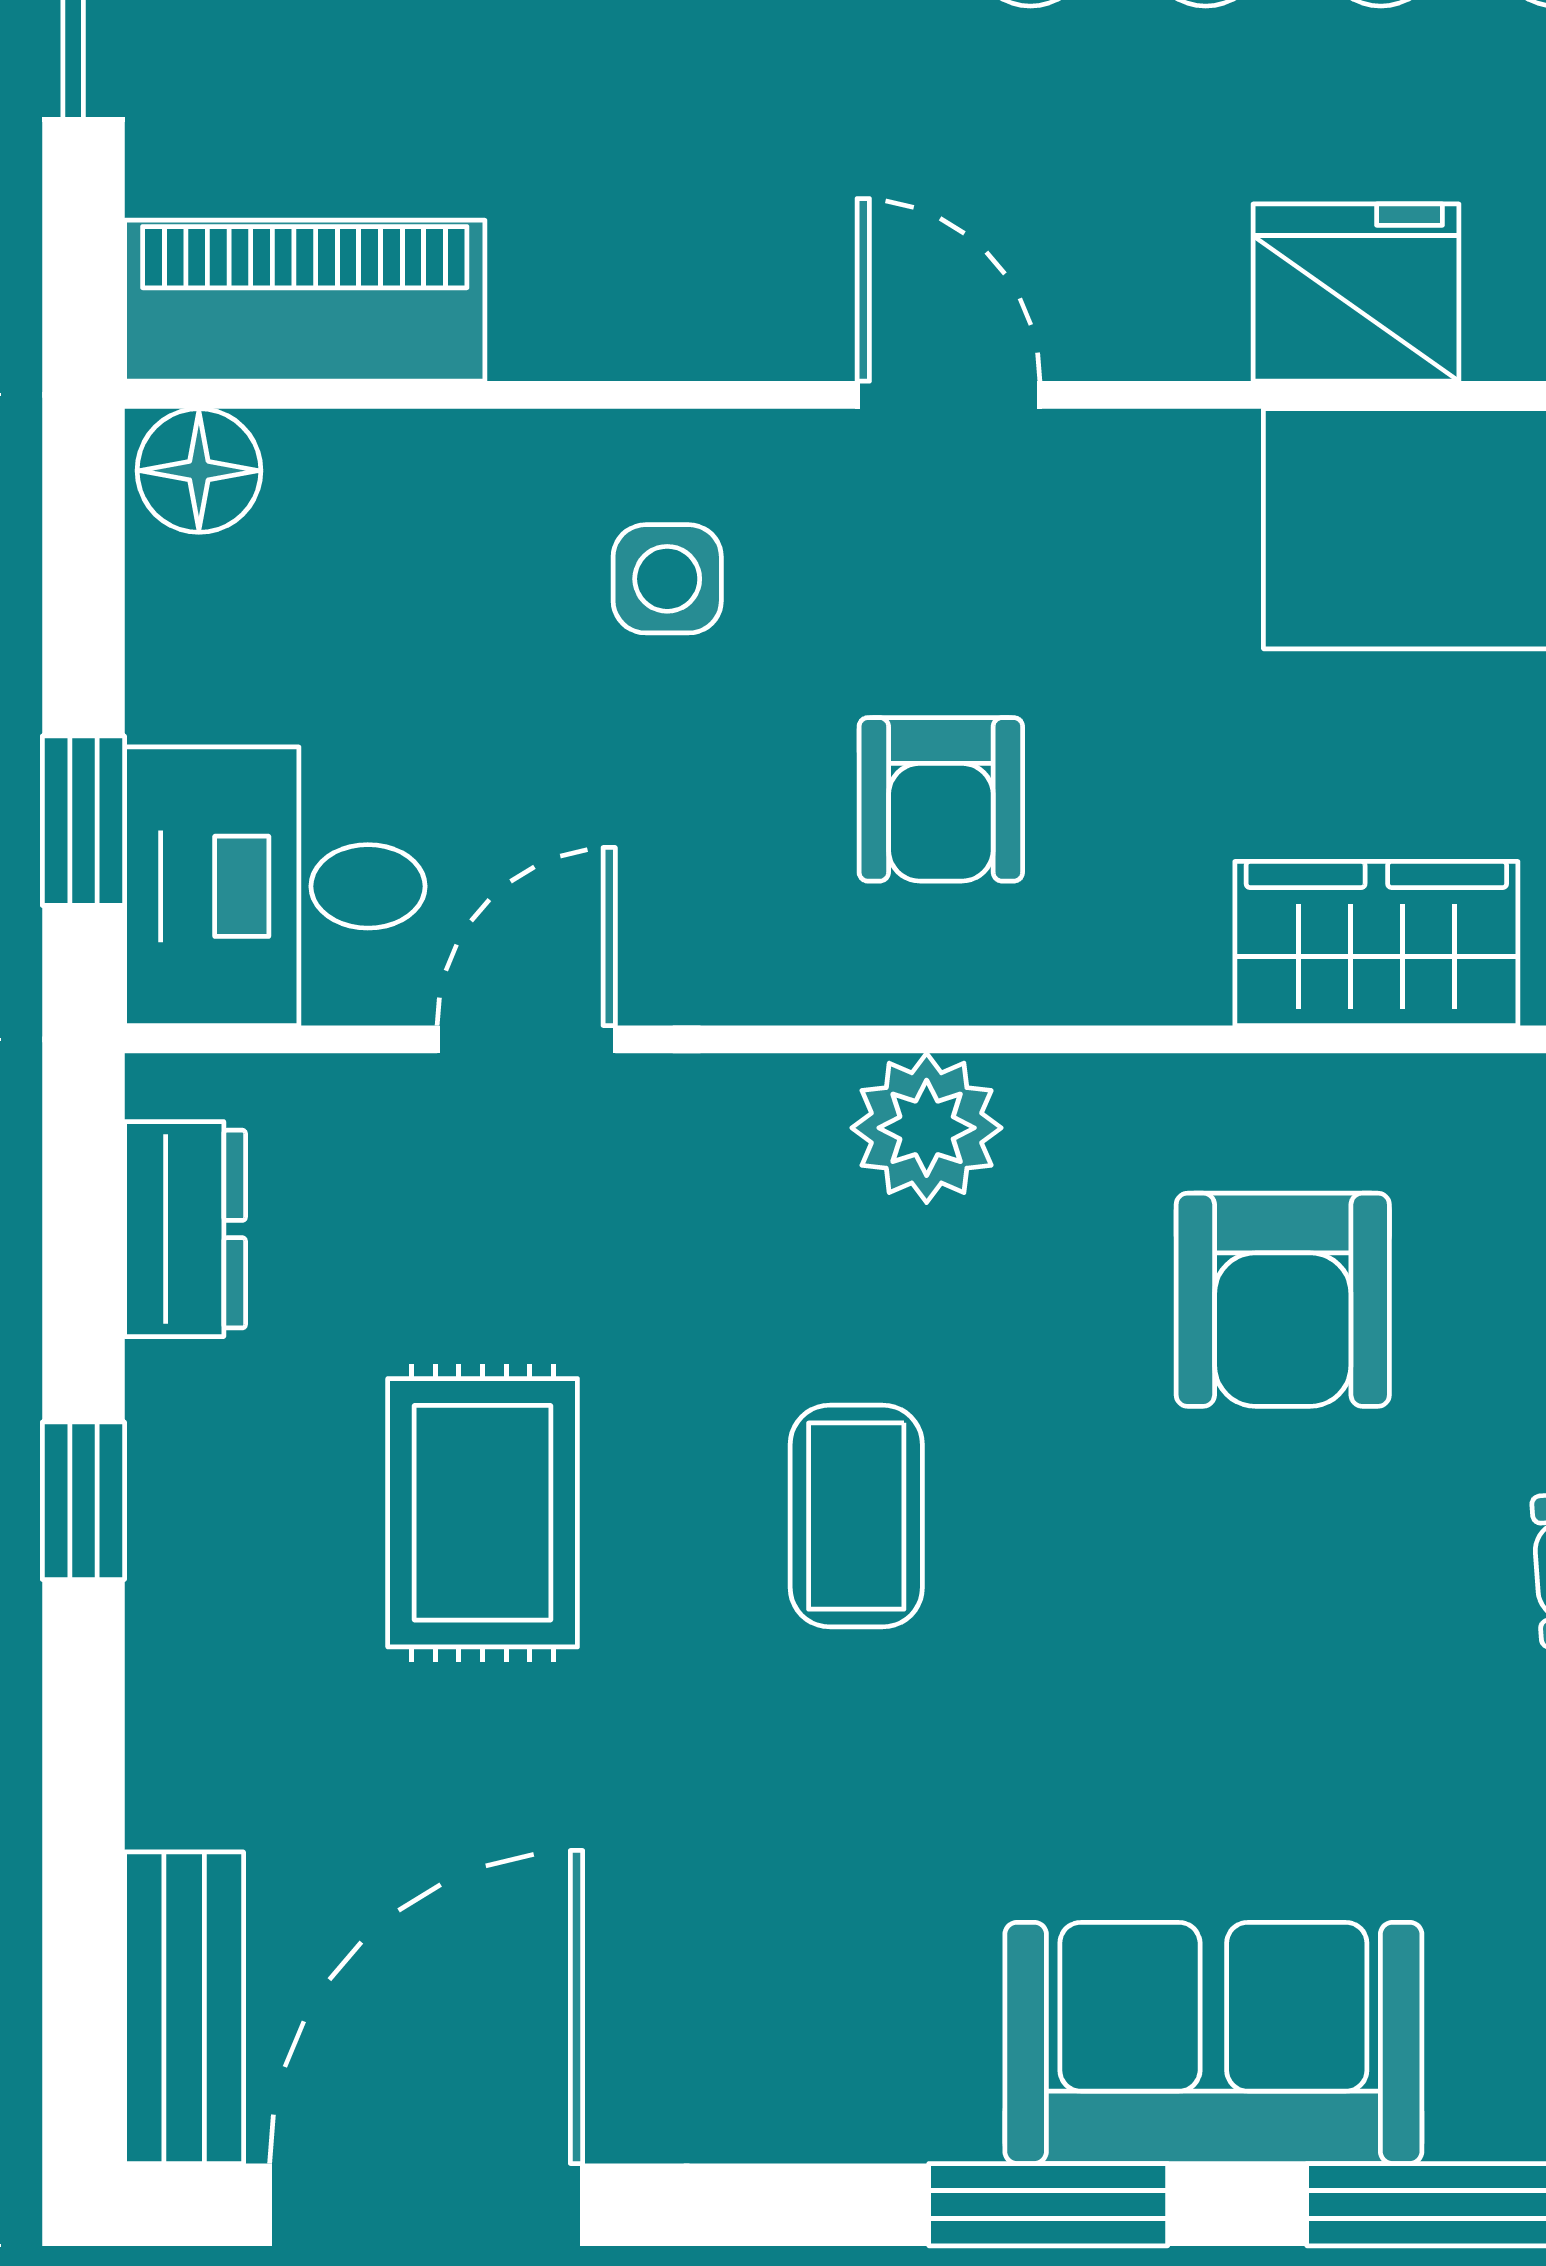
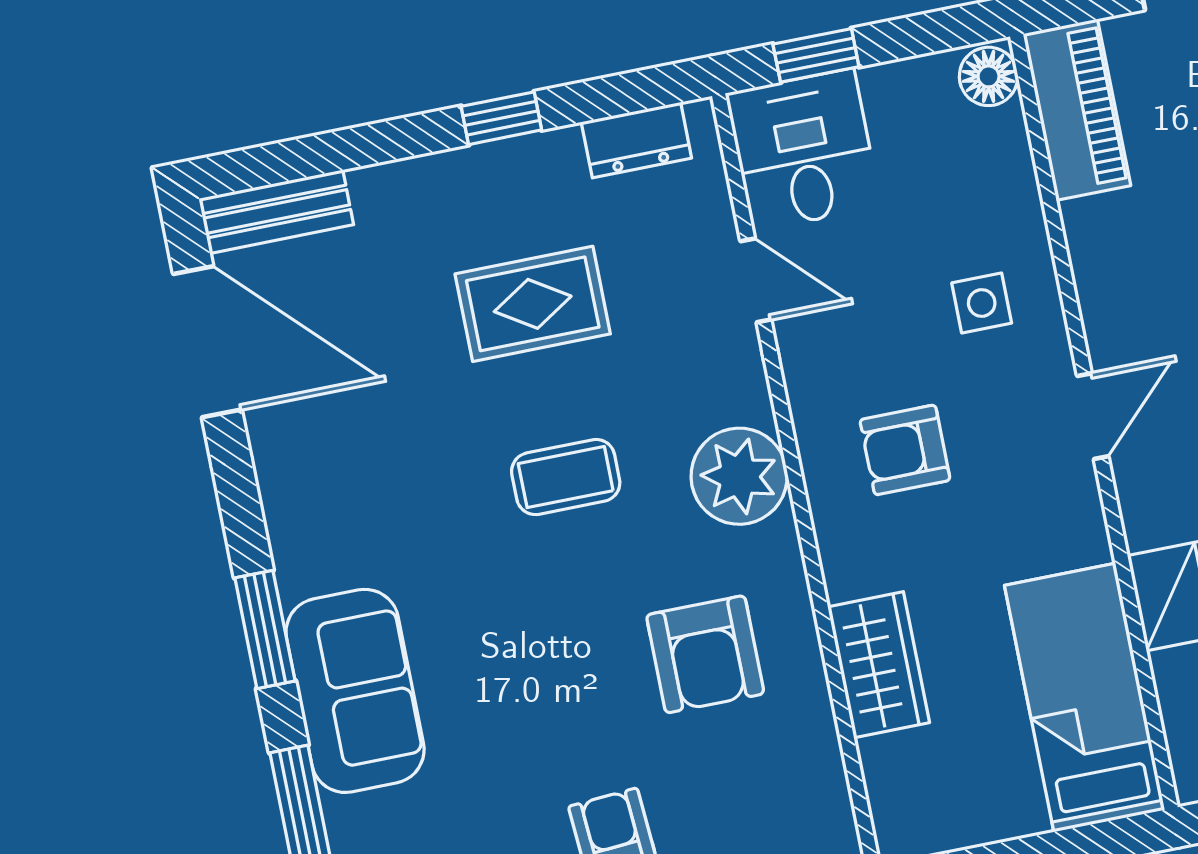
plant: (927, 1128) -> (739, 476), width x1.36, depth x1.36
armchair: (1283, 1300) -> (705, 654), turned -90

